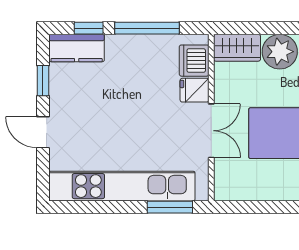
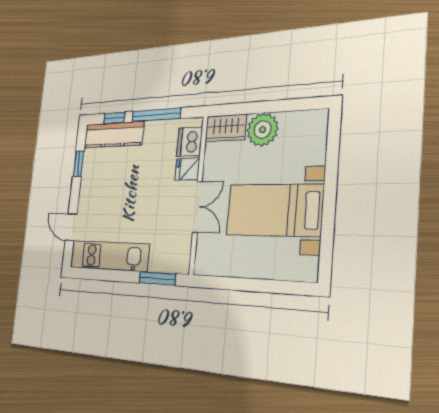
kitchen counter: (77, 48) -> (114, 135), width x1.50
door: (43, 132) -> (71, 227), moved
kitchen unit: (122, 186) -> (109, 256), width x0.73

